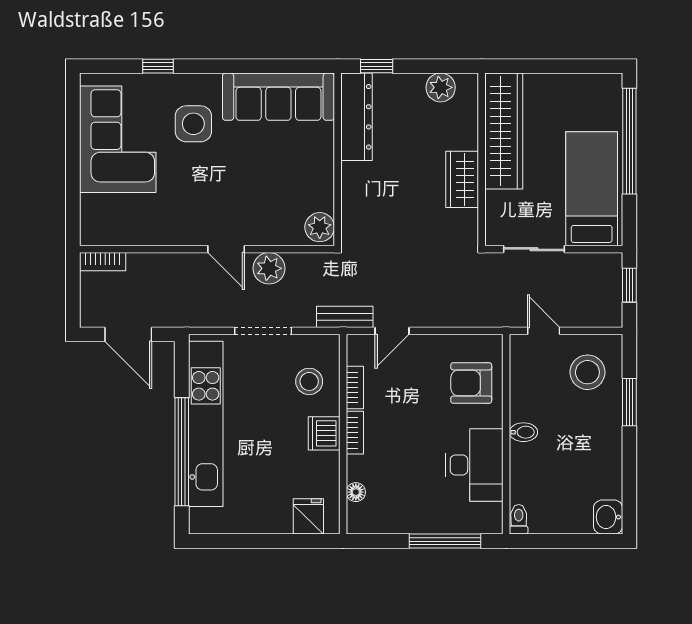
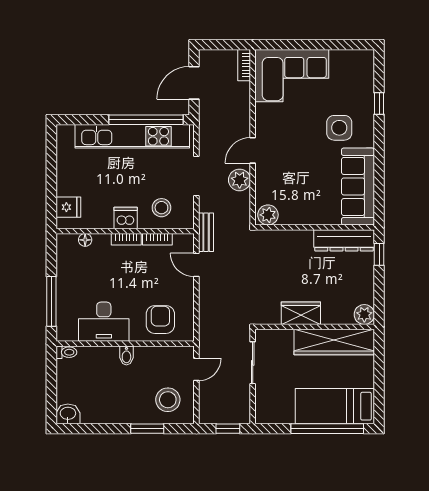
plant: (441, 87) -> (364, 314), moved
corner sofa: (118, 139) -> (292, 76), moved
bed: (592, 189) -> (335, 406), moved, turned 180
window: (182, 452) -> (146, 120), moved

